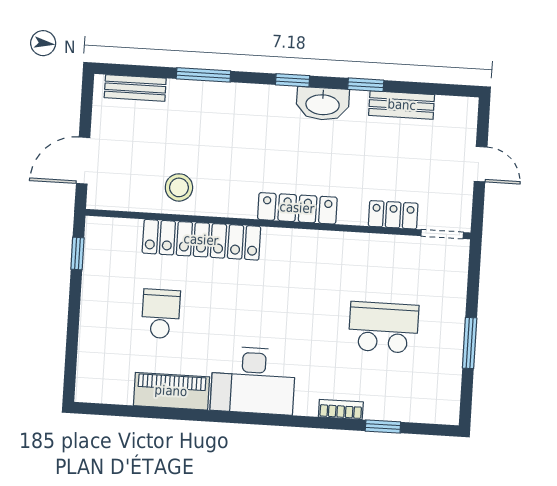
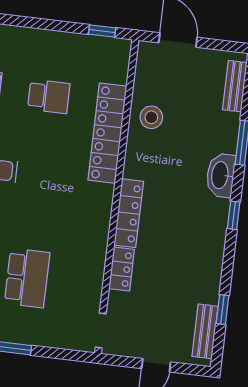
window: (366, 85) -> (222, 310), moved
washbasin: (323, 104) -> (221, 175), moved
bench: (402, 105) -> (205, 331), moved
locker: (393, 215) -> (121, 269), moved

